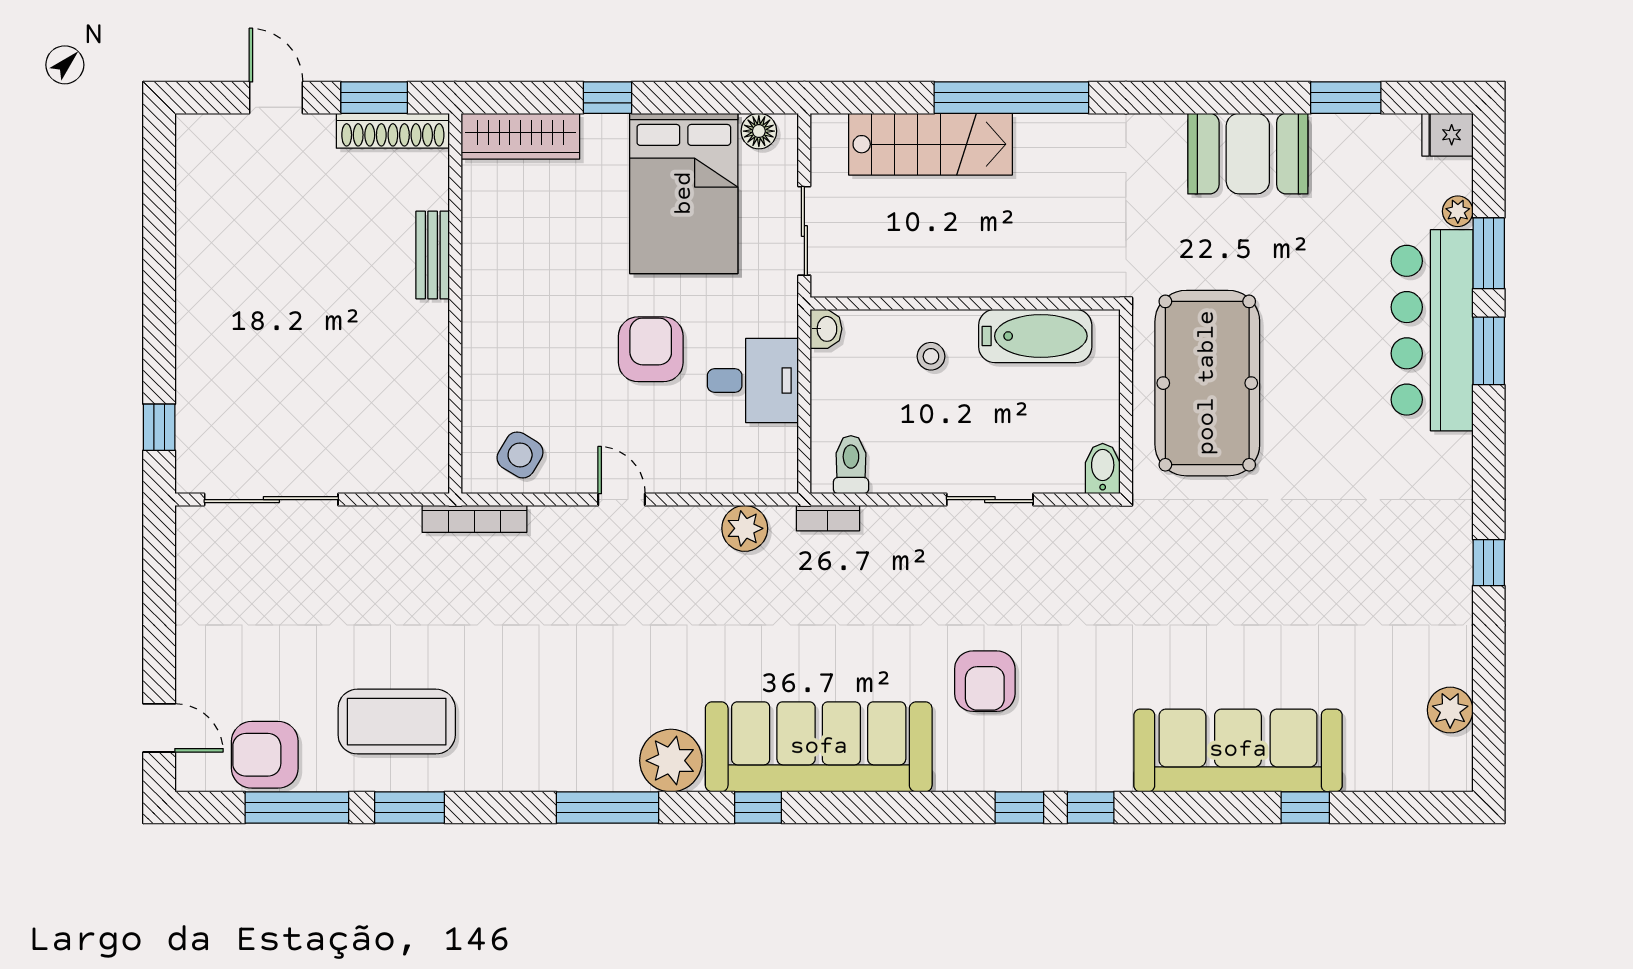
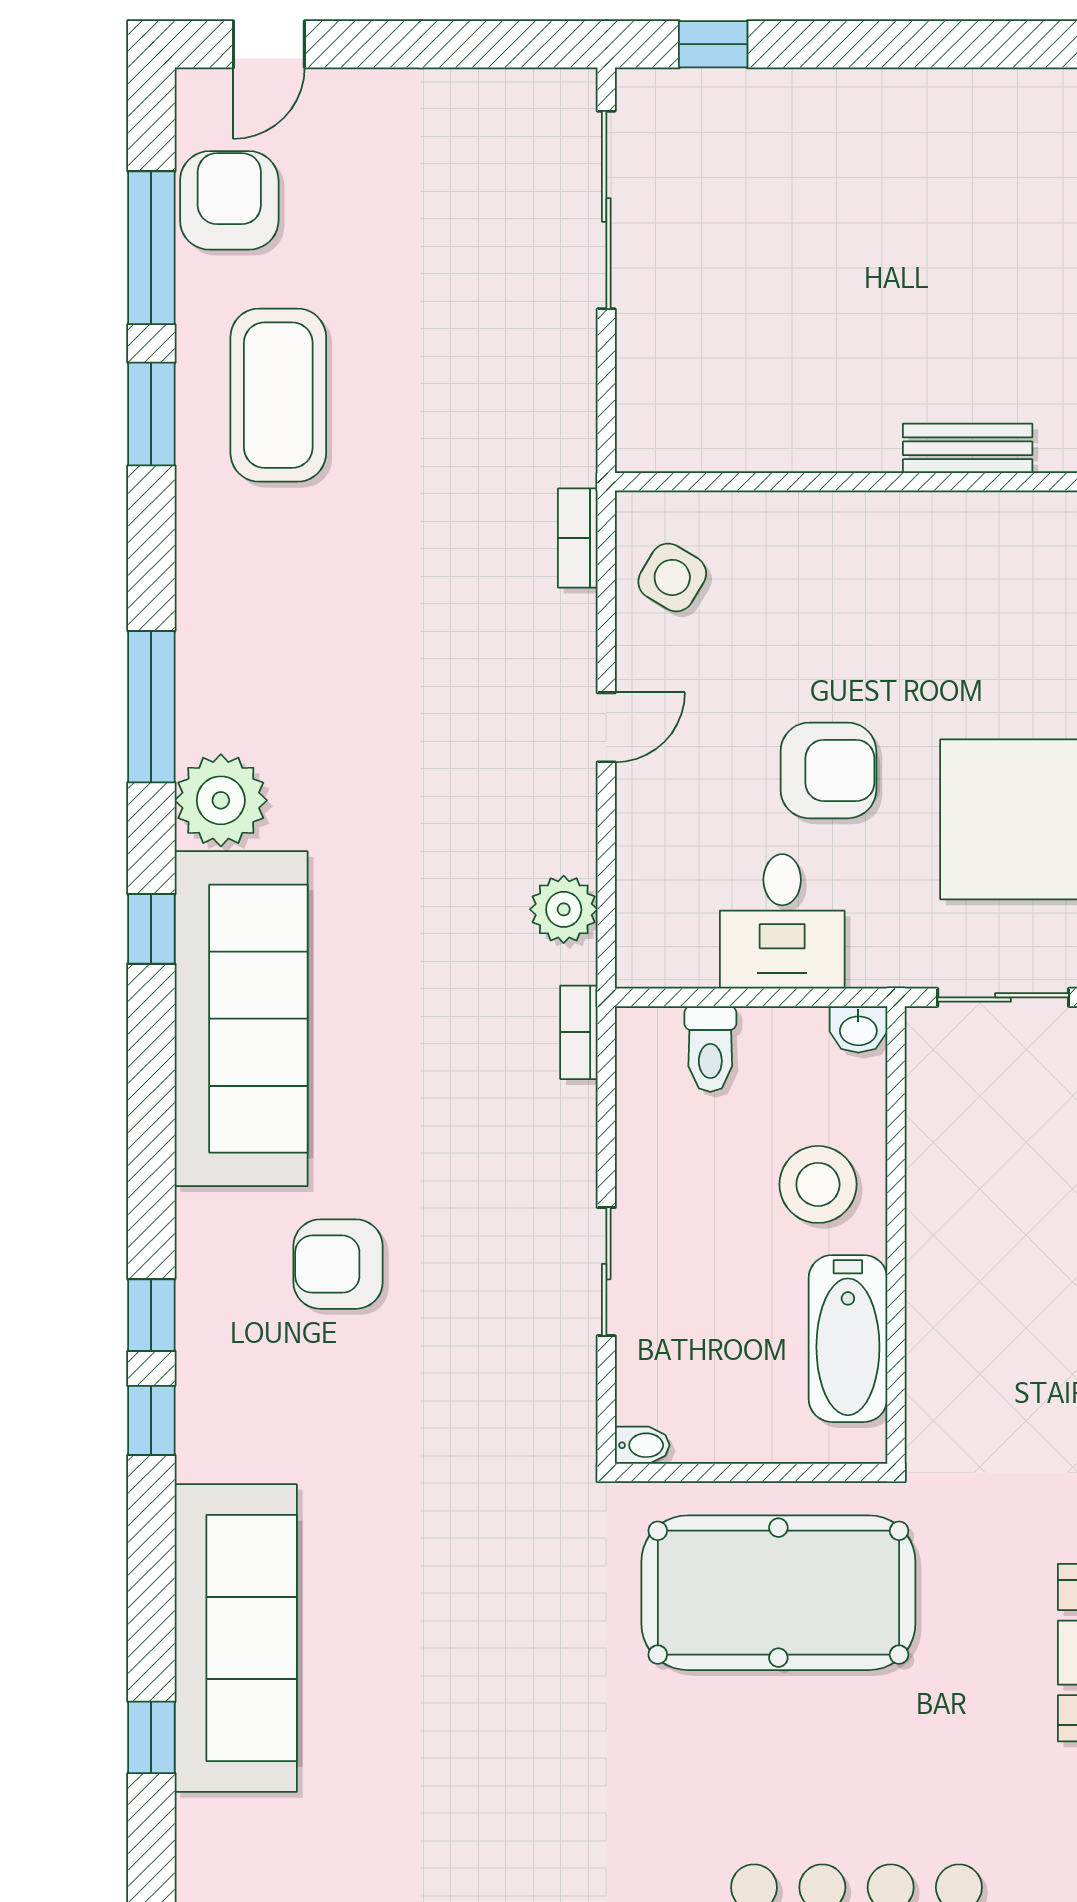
stool: (931, 356) -> (818, 1184), width x1.89, depth x1.89
toilet: (851, 465) -> (710, 1049), moved, turned 90
bidet: (1103, 469) -> (642, 1445), width x0.72, depth x0.74
bookcase: (474, 519) -> (578, 538), width x0.64

